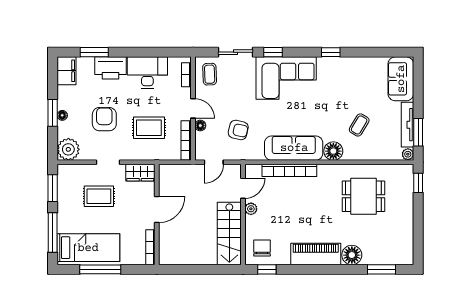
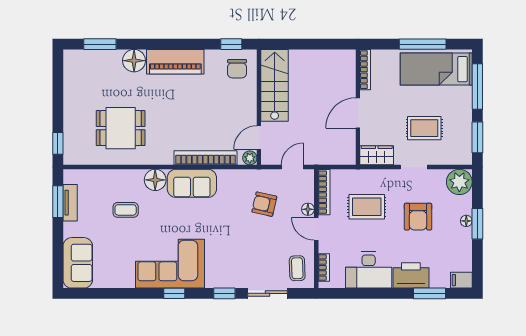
window: (331, 52) -> (174, 293), moved
filing cabinet: (67, 71) -> (461, 280), width x0.50
corner sofa: (286, 78) -> (170, 264), moved
coffee table: (359, 125) -> (126, 210), turned 59
tv unit: (407, 125) -> (70, 203), width x0.71
sofa: (294, 148) -> (192, 183), width x0.73
plant: (408, 154) -> (70, 176), removed
plant: (251, 209) -> (250, 158), moved

